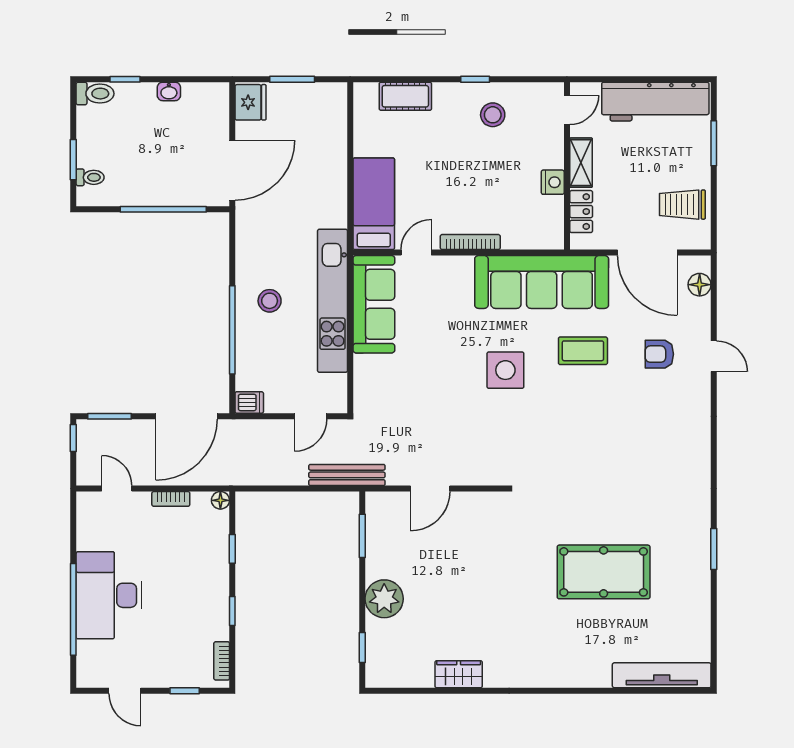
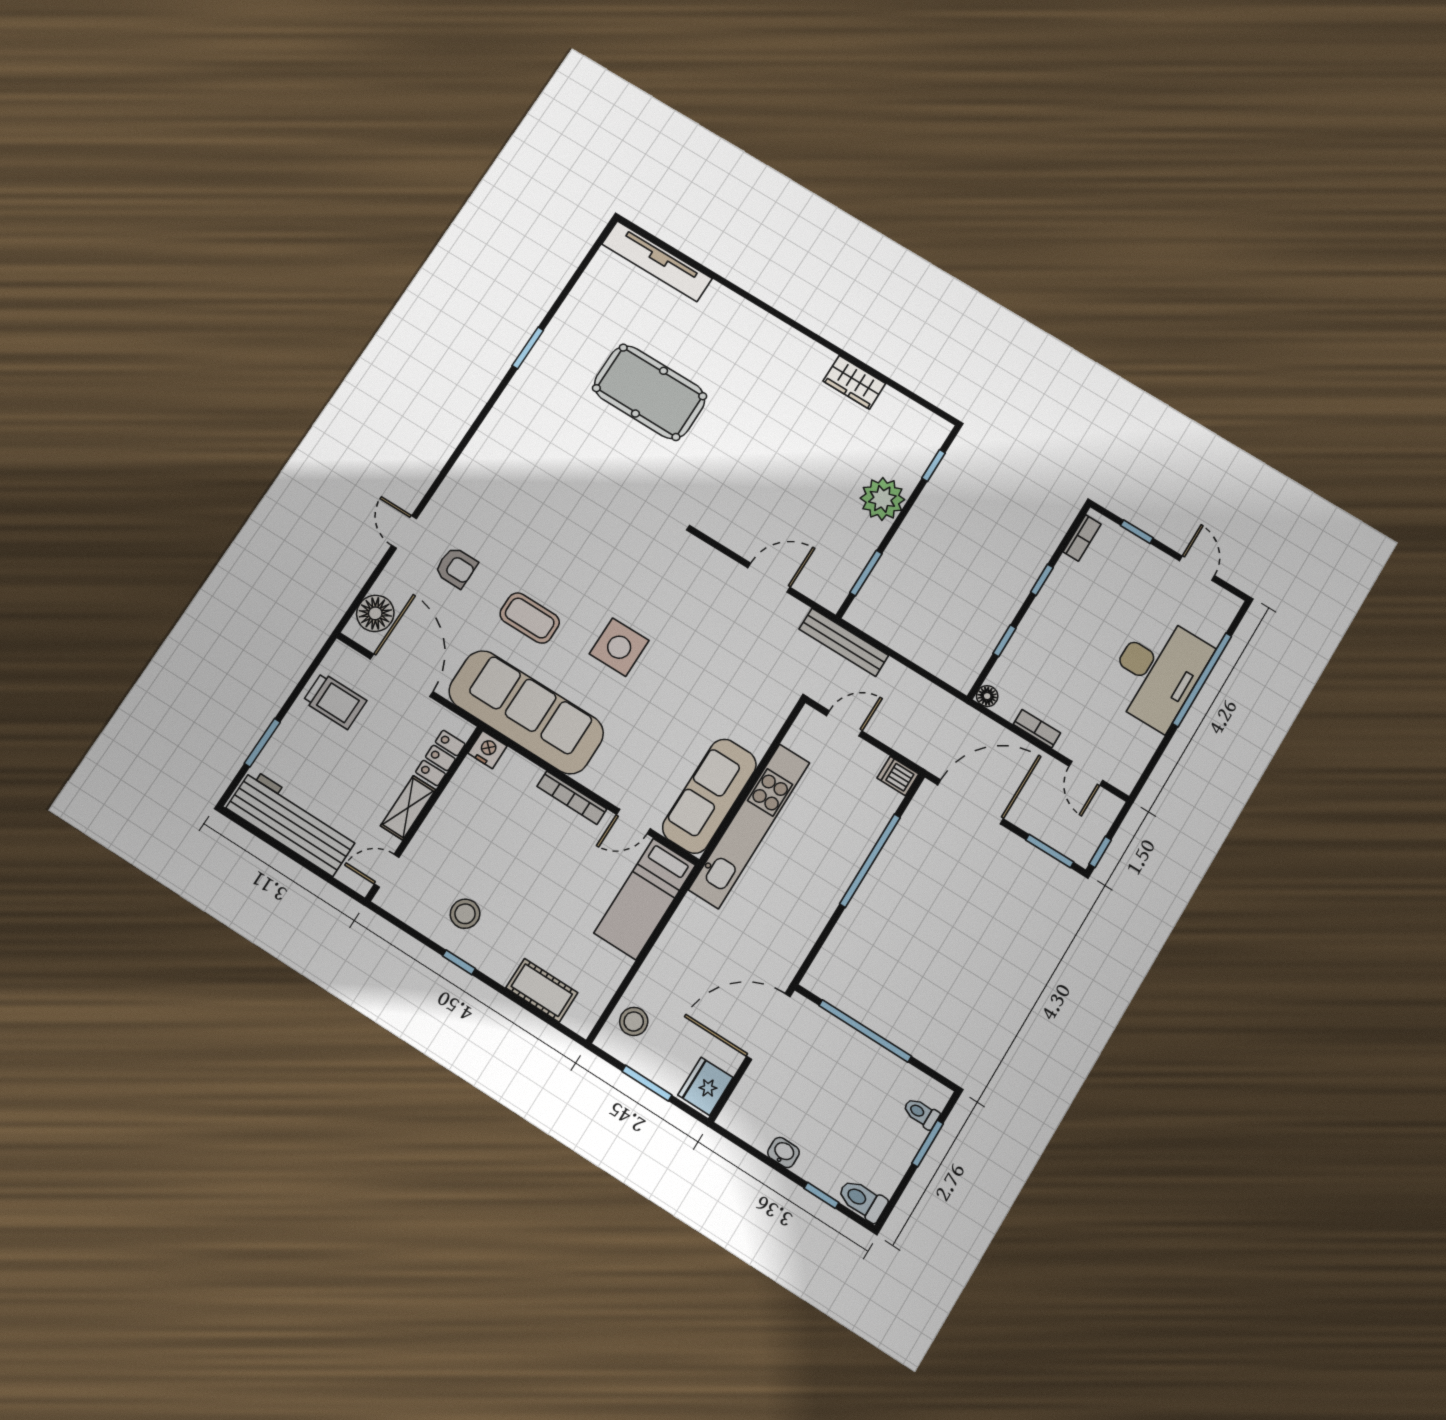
nightstand: (553, 182) -> (487, 750), moved, turned 90
floor lamp: (700, 285) -> (375, 613), width x1.38, depth x1.38
stool: (270, 301) -> (634, 1021), moved

